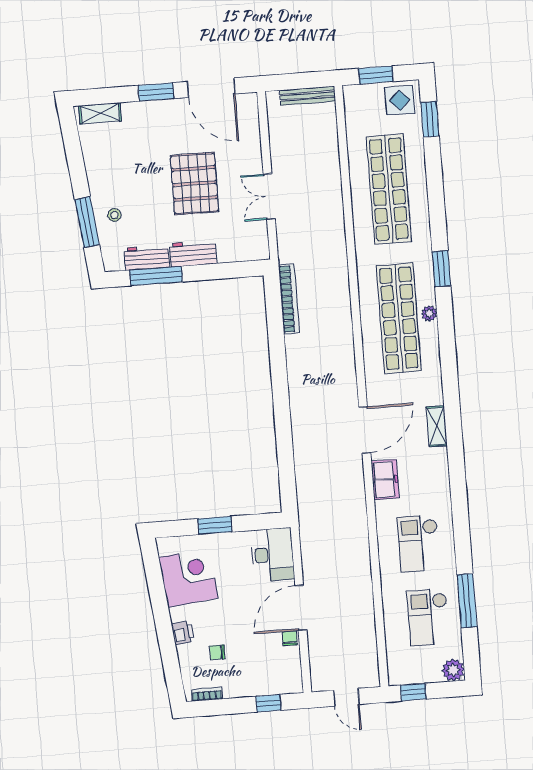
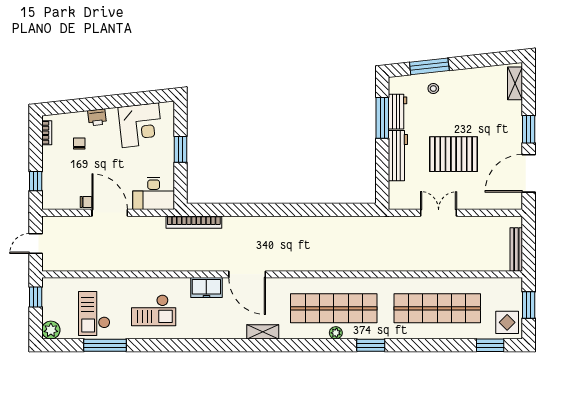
workbench: (193, 253) -> (398, 156), width x1.38
bookcase: (289, 299) -> (194, 222), moved
shelving: (437, 426) -> (263, 332), moved
checkout: (418, 543) -> (154, 310), turned 180
checkout: (428, 617) -> (94, 313), turned -90

